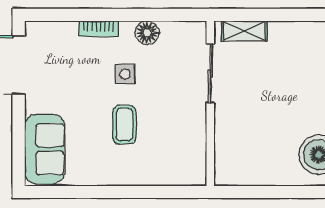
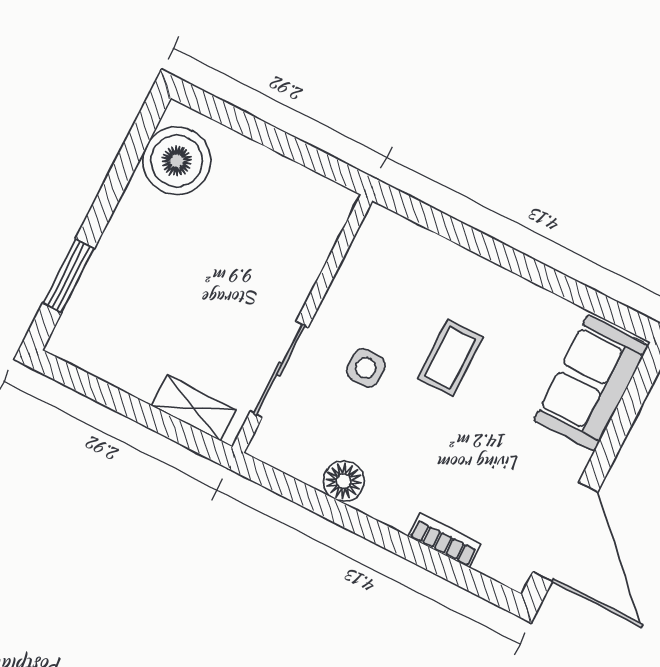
bookcase: (99, 29) -> (445, 540), moved
side table: (125, 74) -> (366, 368), moved

